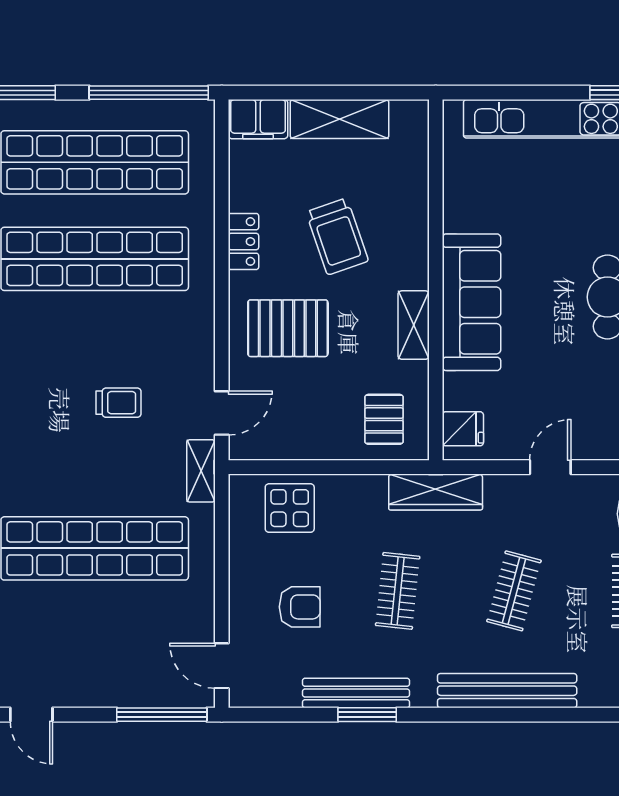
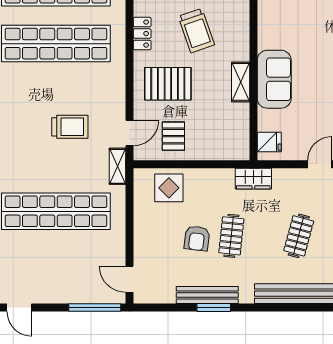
sofa: (472, 302) -> (274, 79), width x0.73
trolley: (119, 403) -> (70, 127), width x1.36, depth x1.39
pallet: (384, 419) -> (173, 136), moved
wardrobe: (436, 492) -> (253, 179), width x0.67
armchair: (300, 607) -> (197, 238), moved, turned 97

